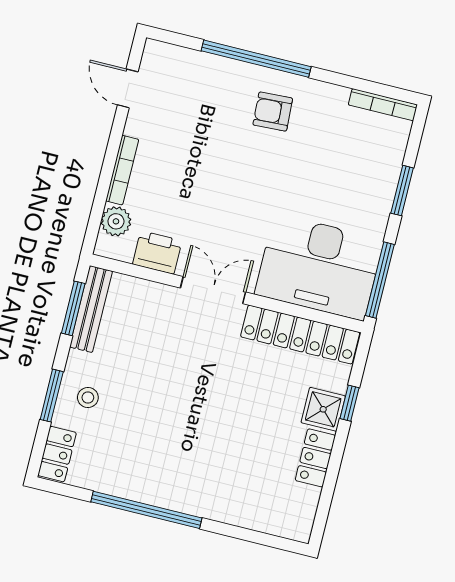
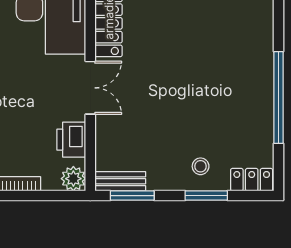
plant: (116, 221) -> (73, 179), moved
double door: (213, 290) -> (90, 88), swing flipped
bench: (91, 309) -> (120, 181), width x0.73

